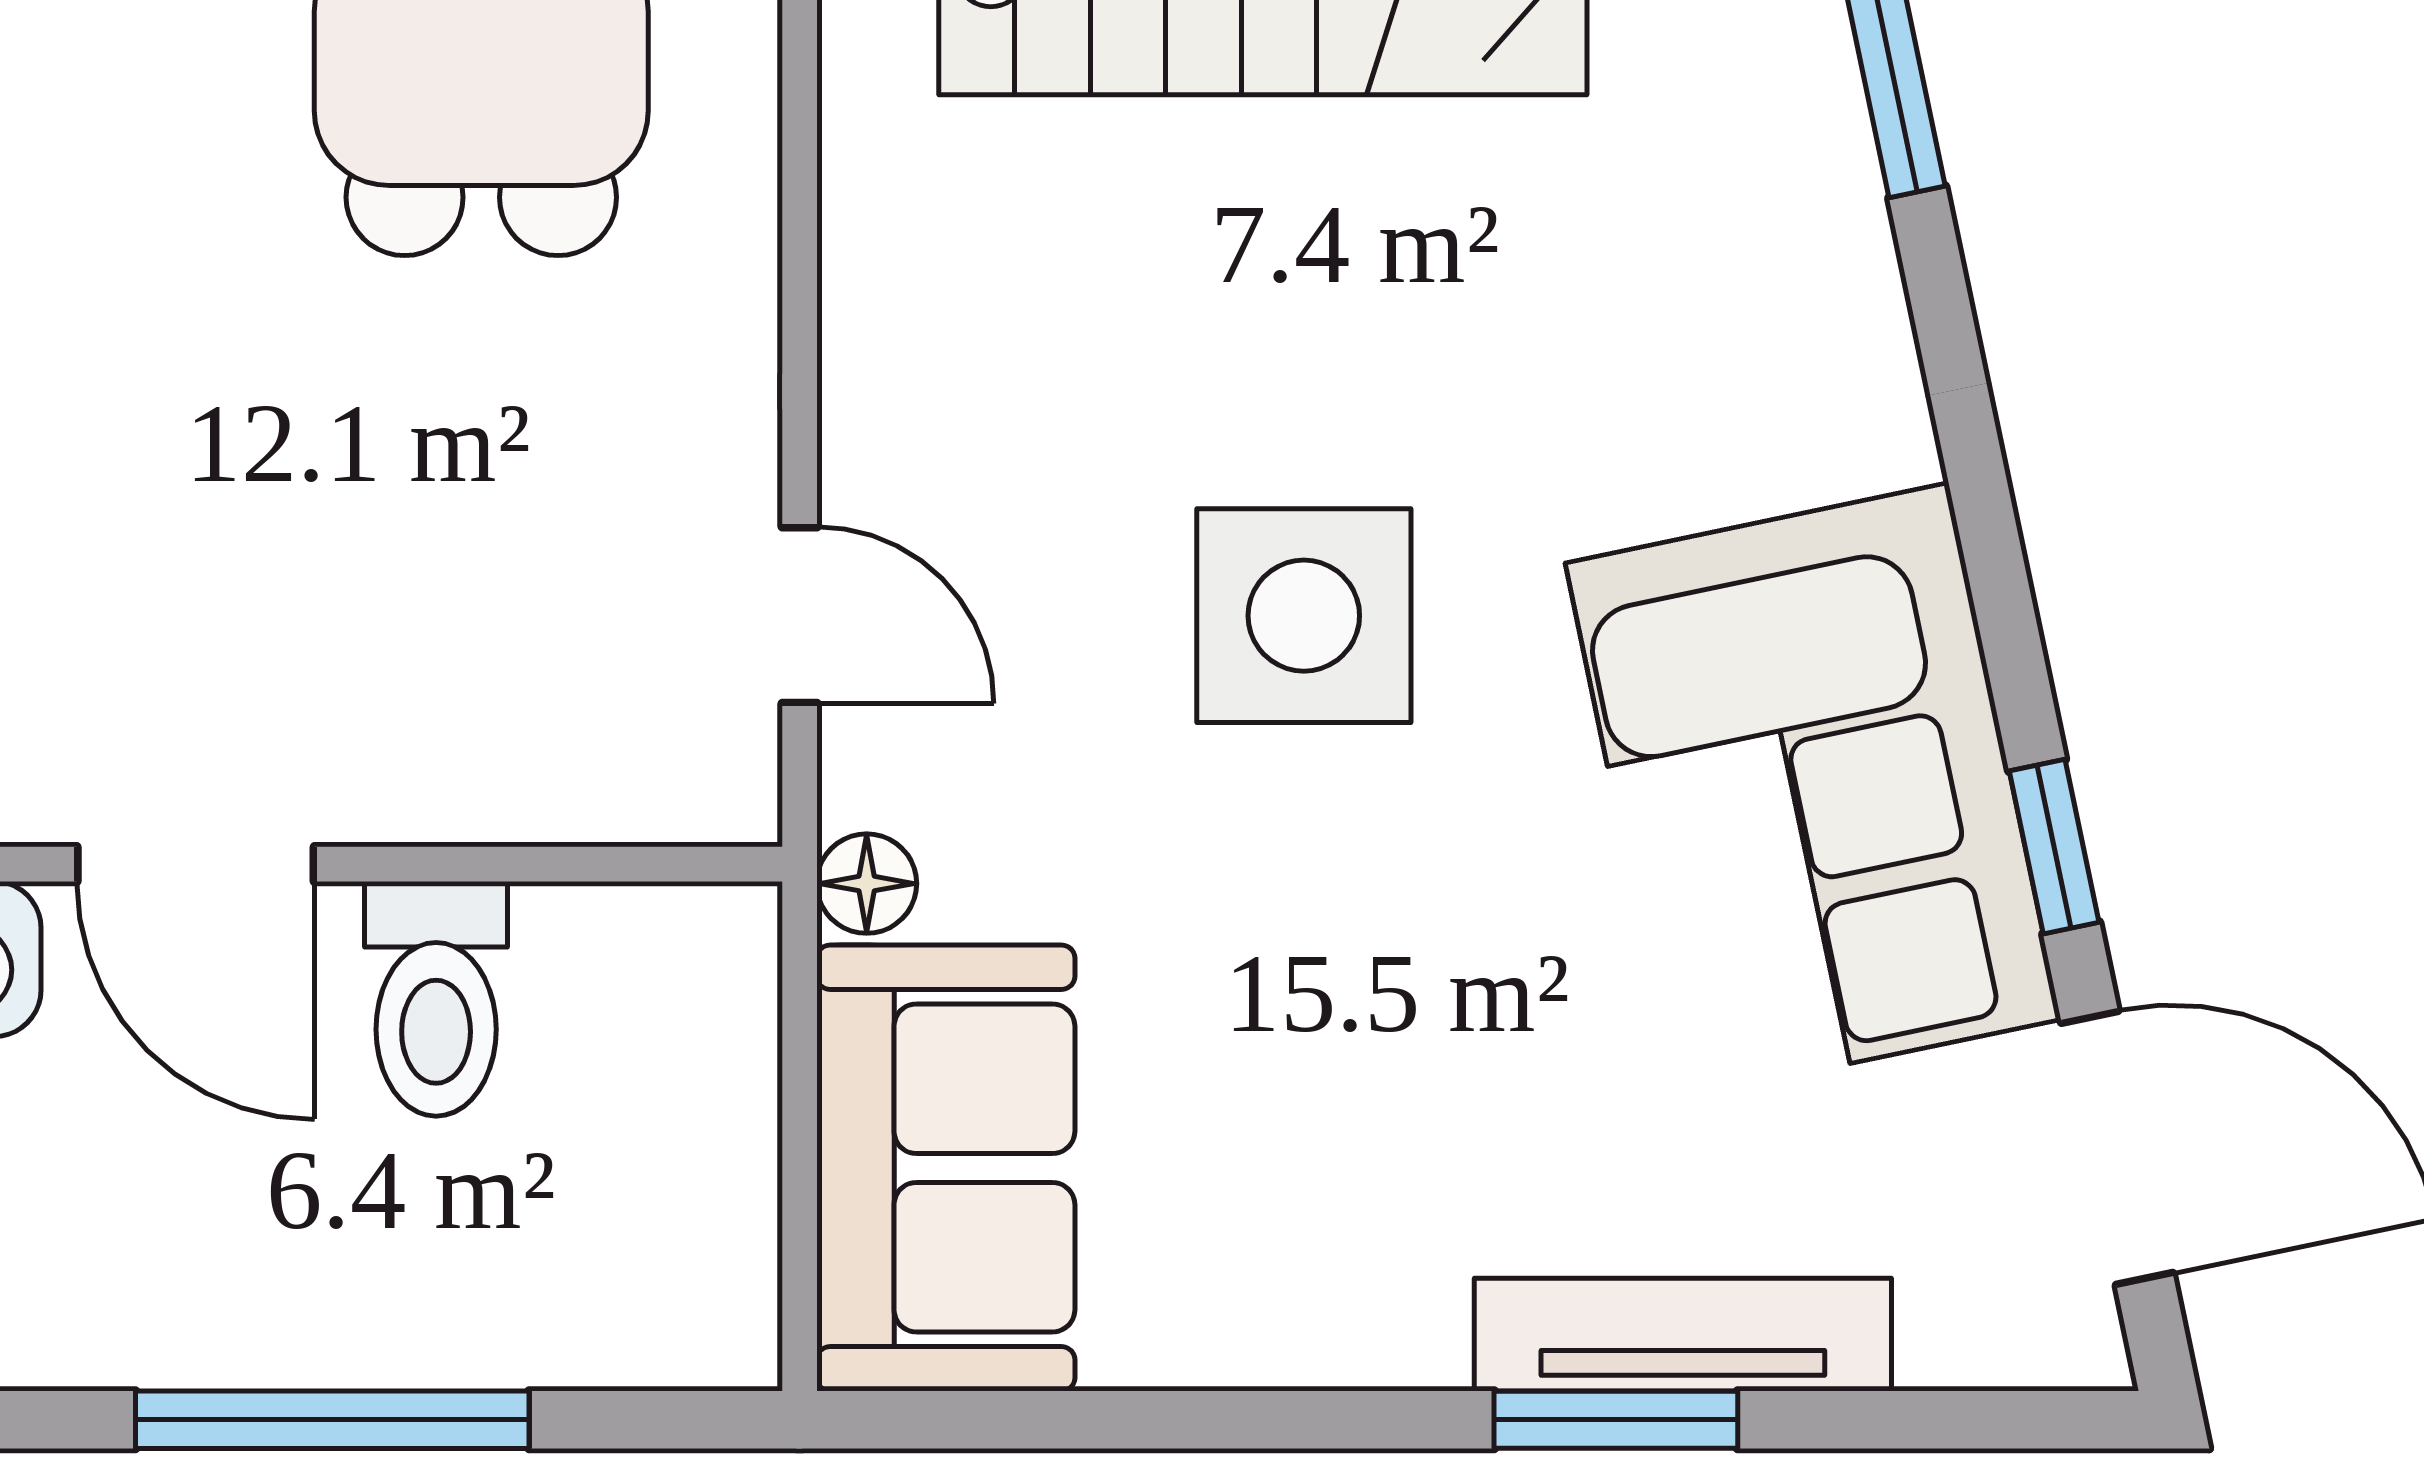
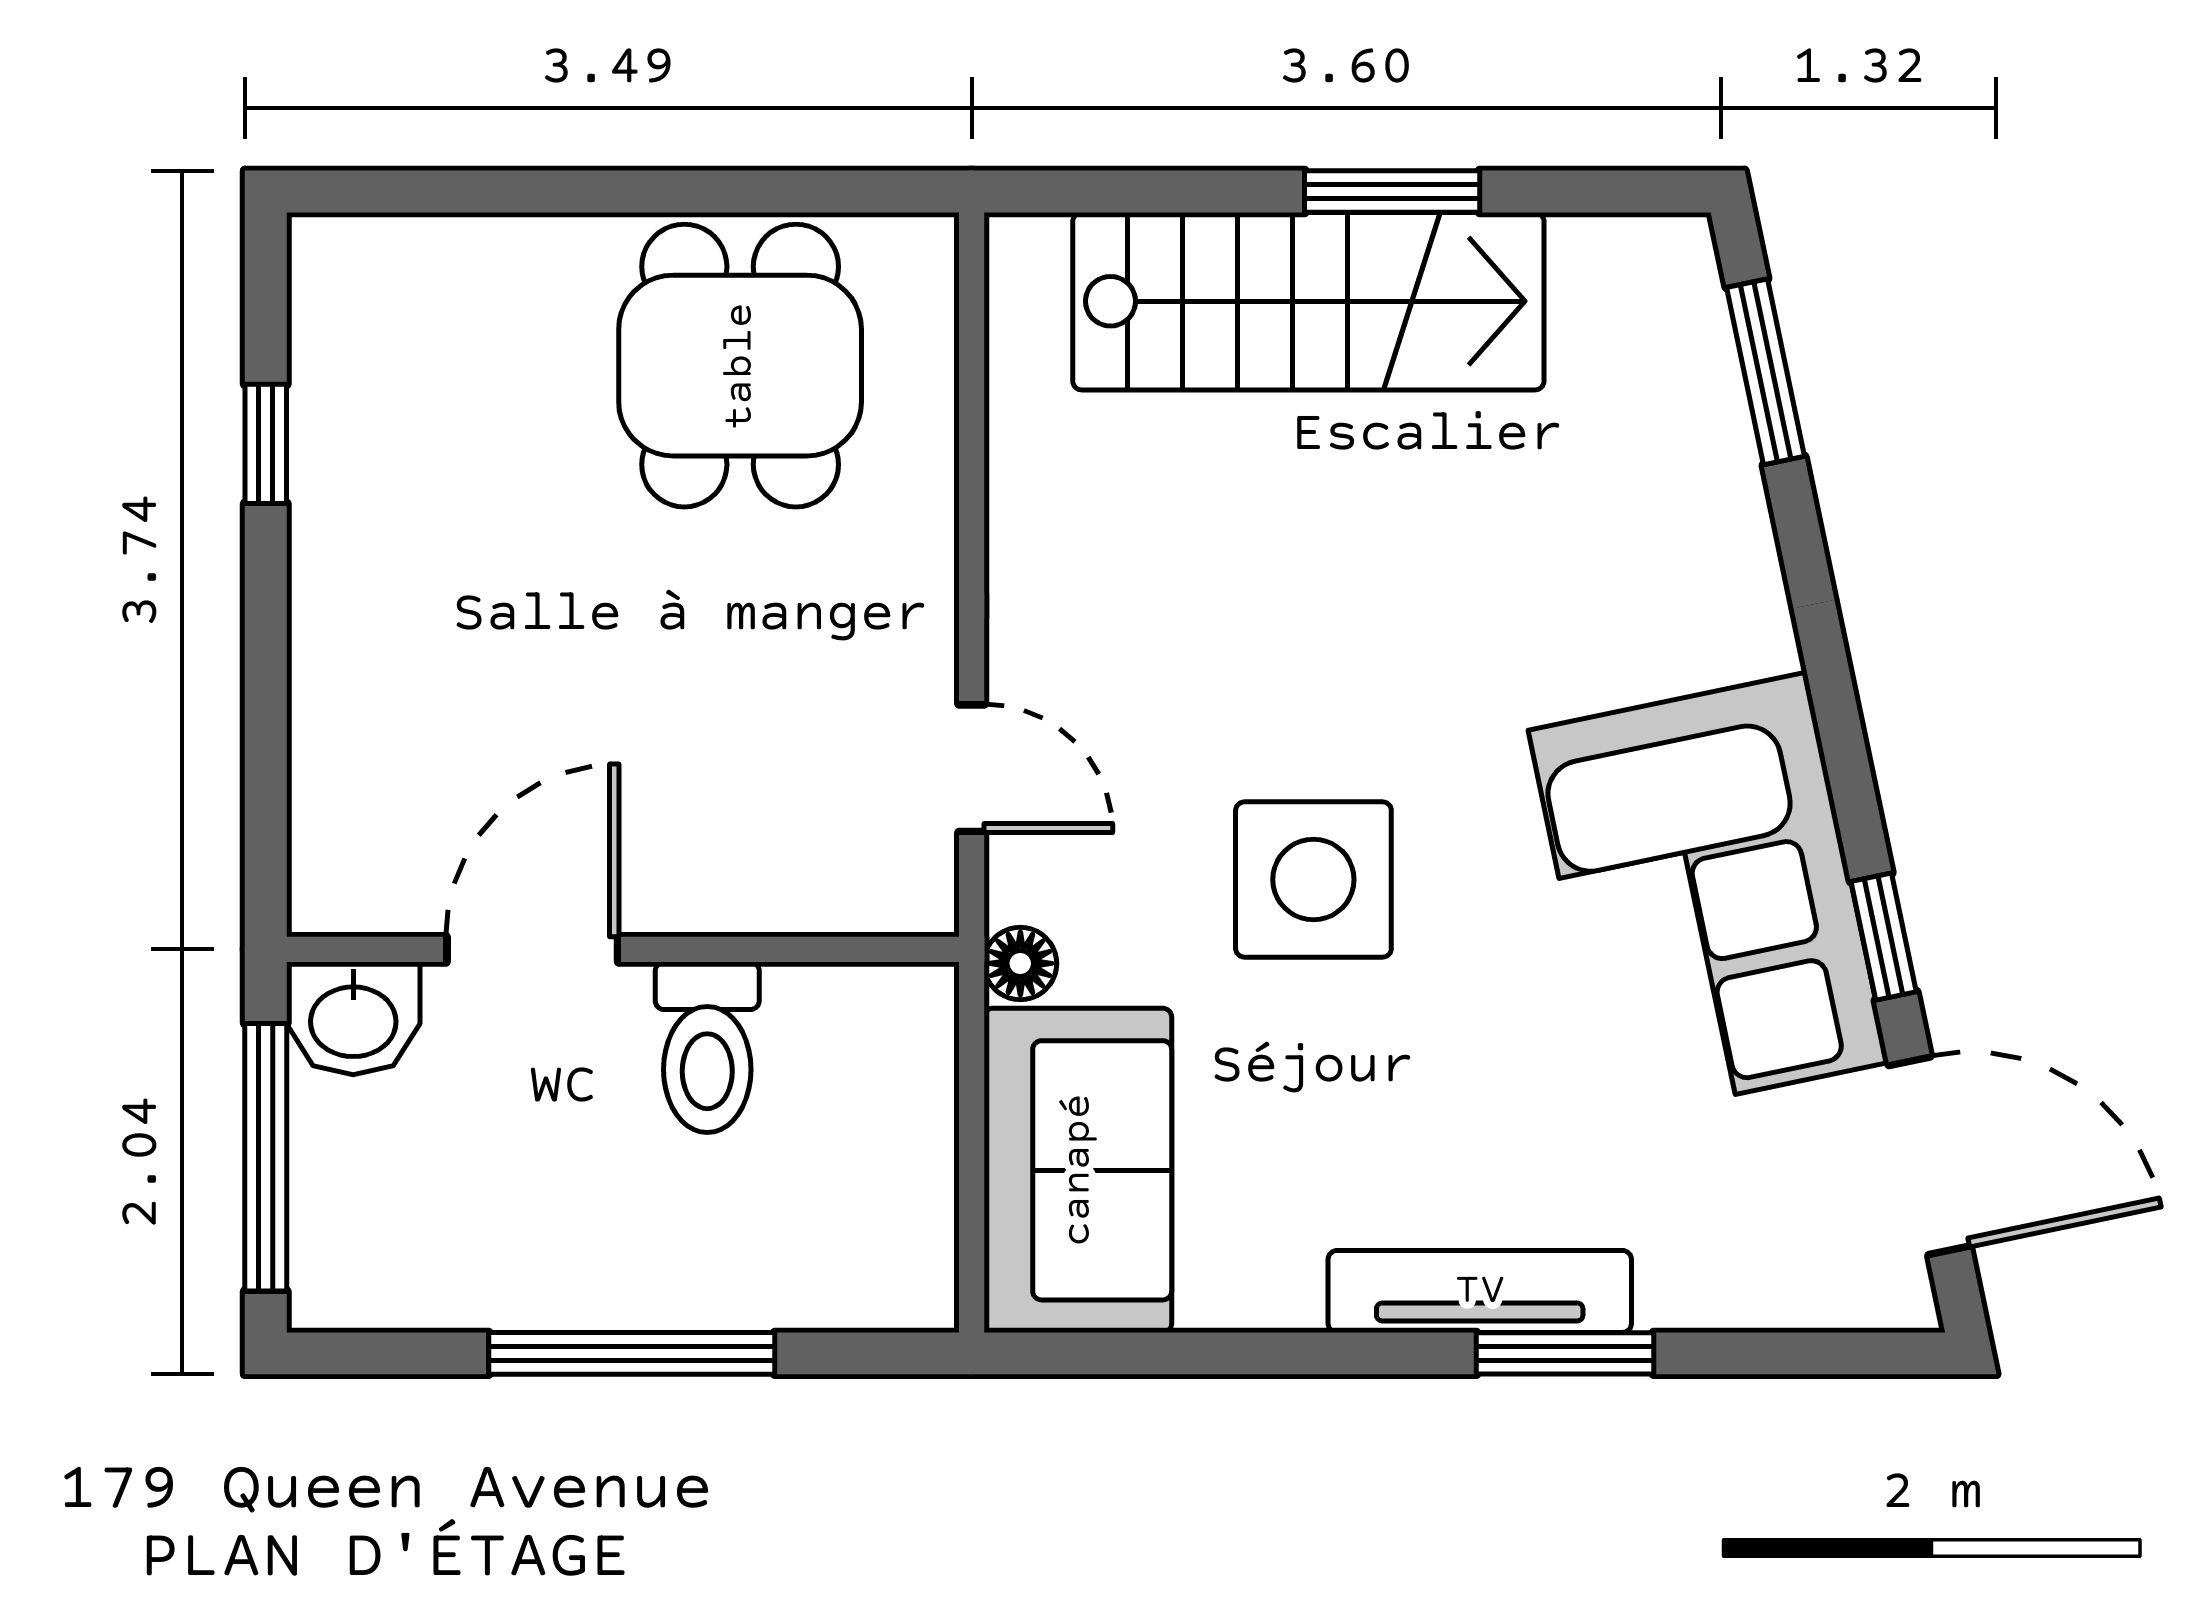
side table: (1304, 616) -> (1313, 880), moved
door: (196, 864) -> (532, 949), swing flipped
tv unit: (1683, 1335) -> (1480, 1291), moved

